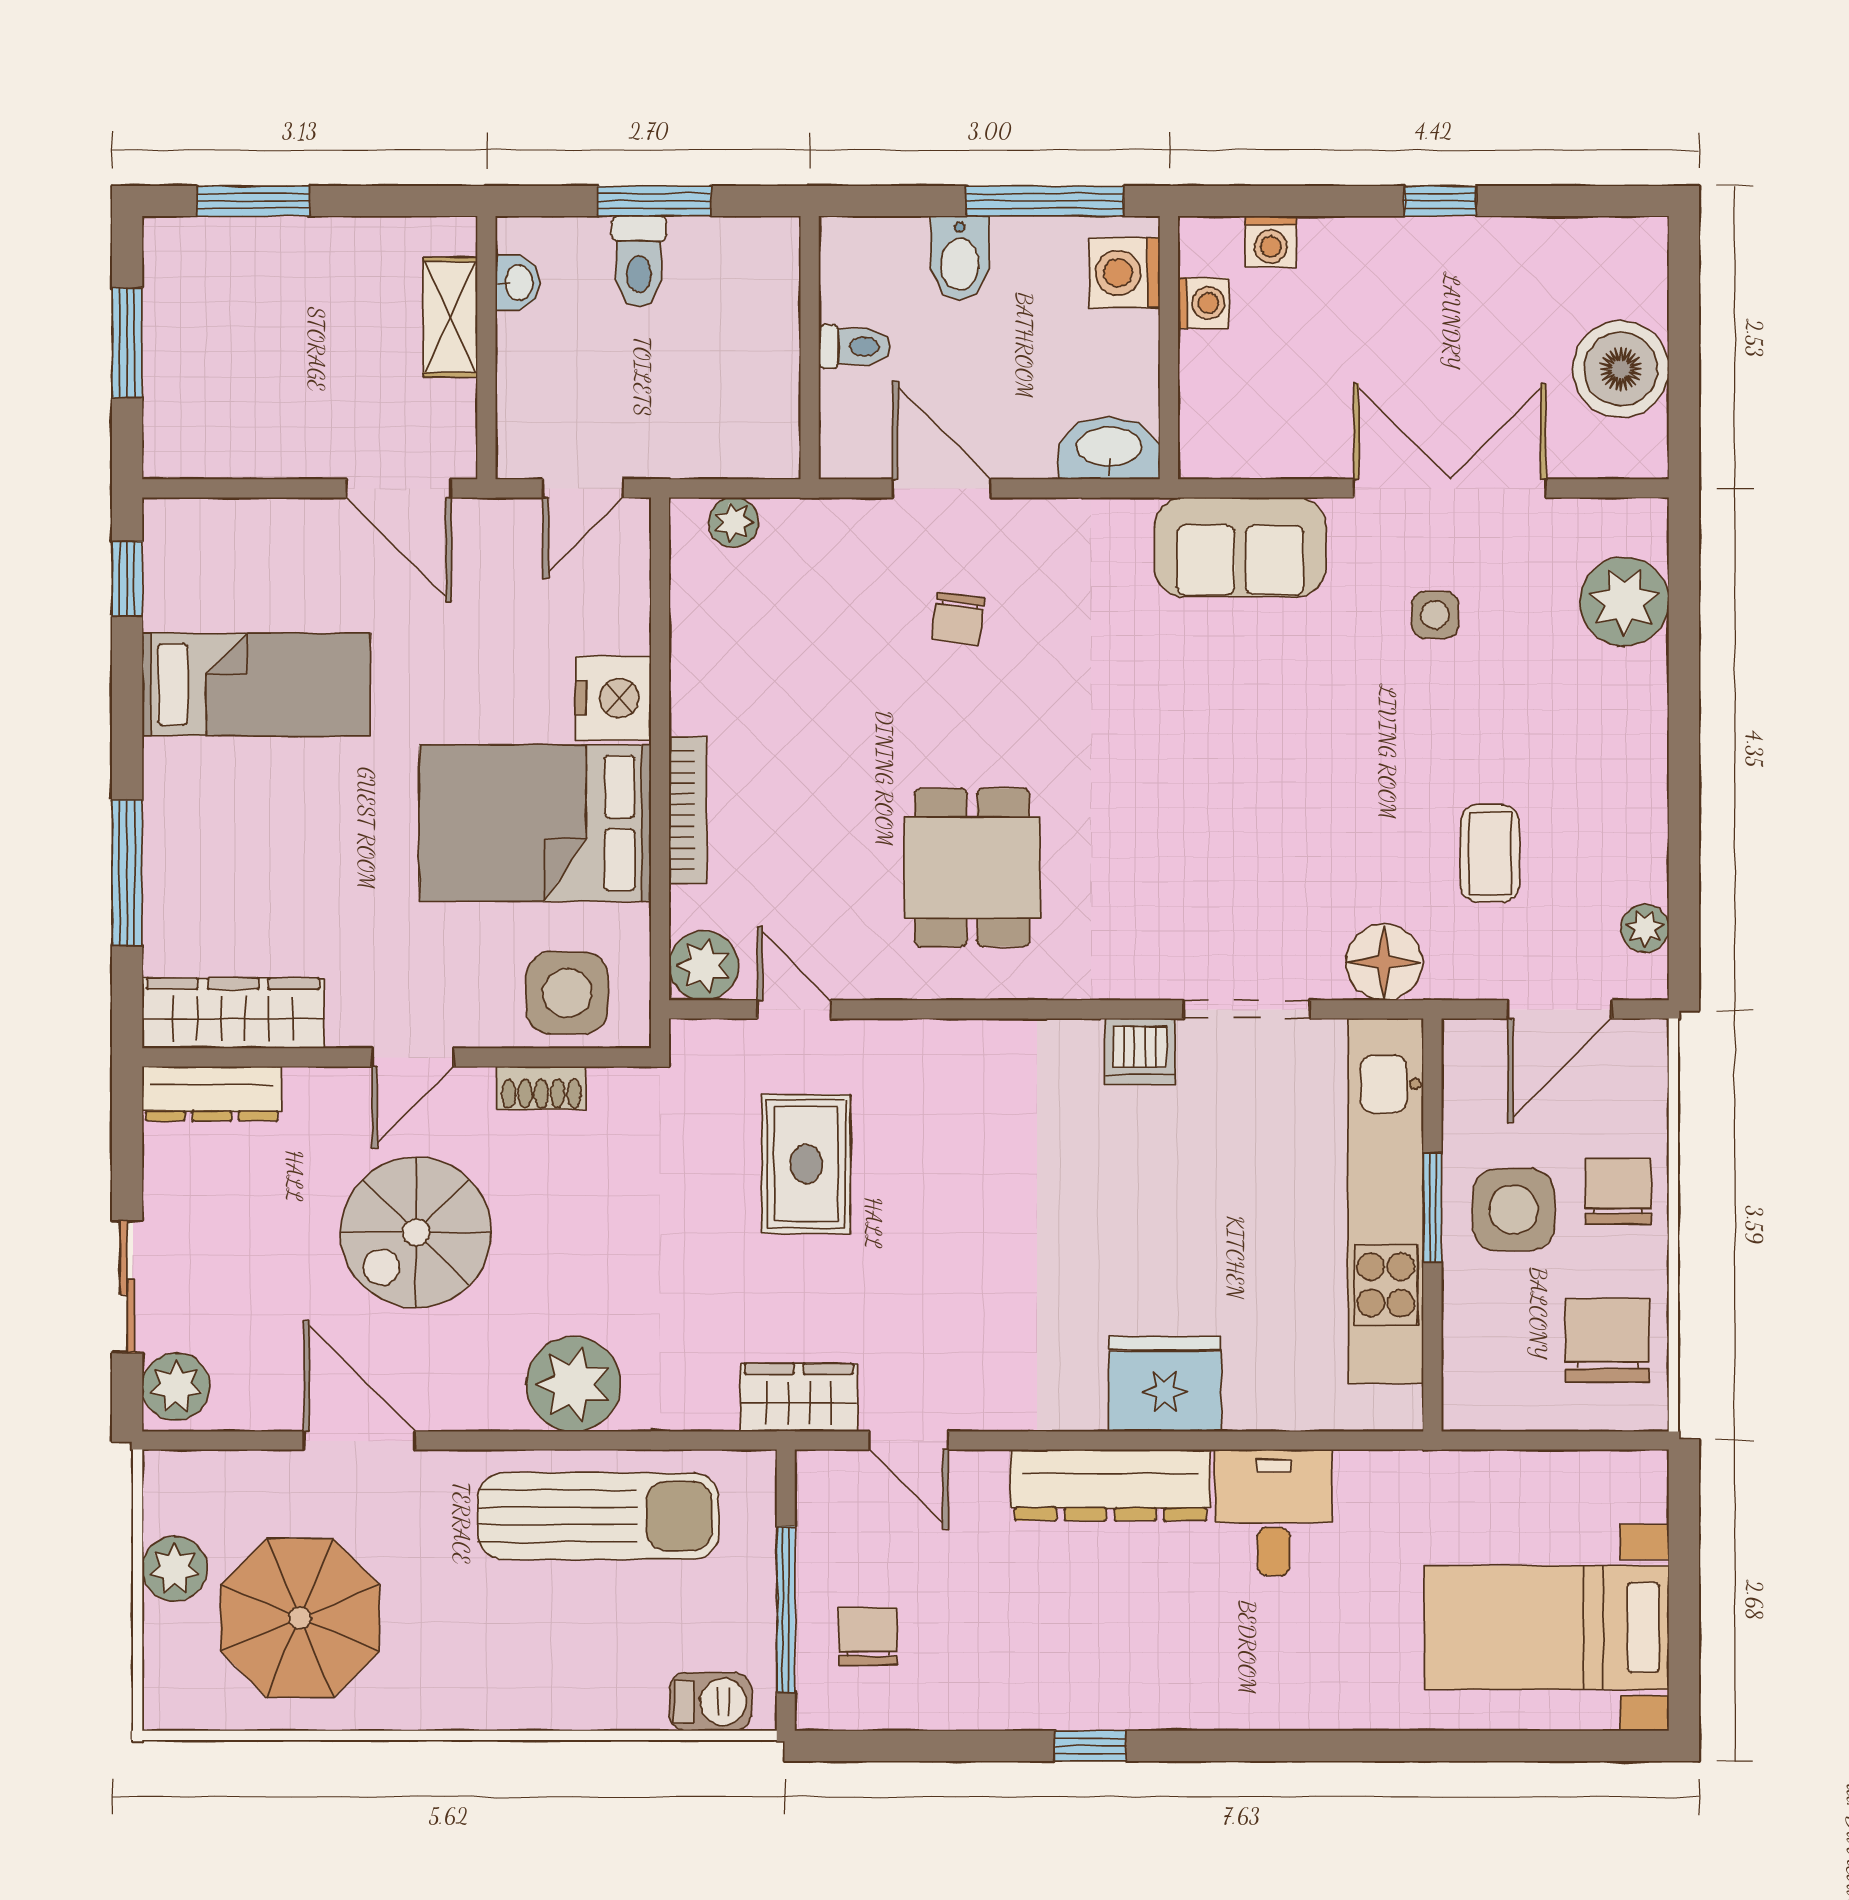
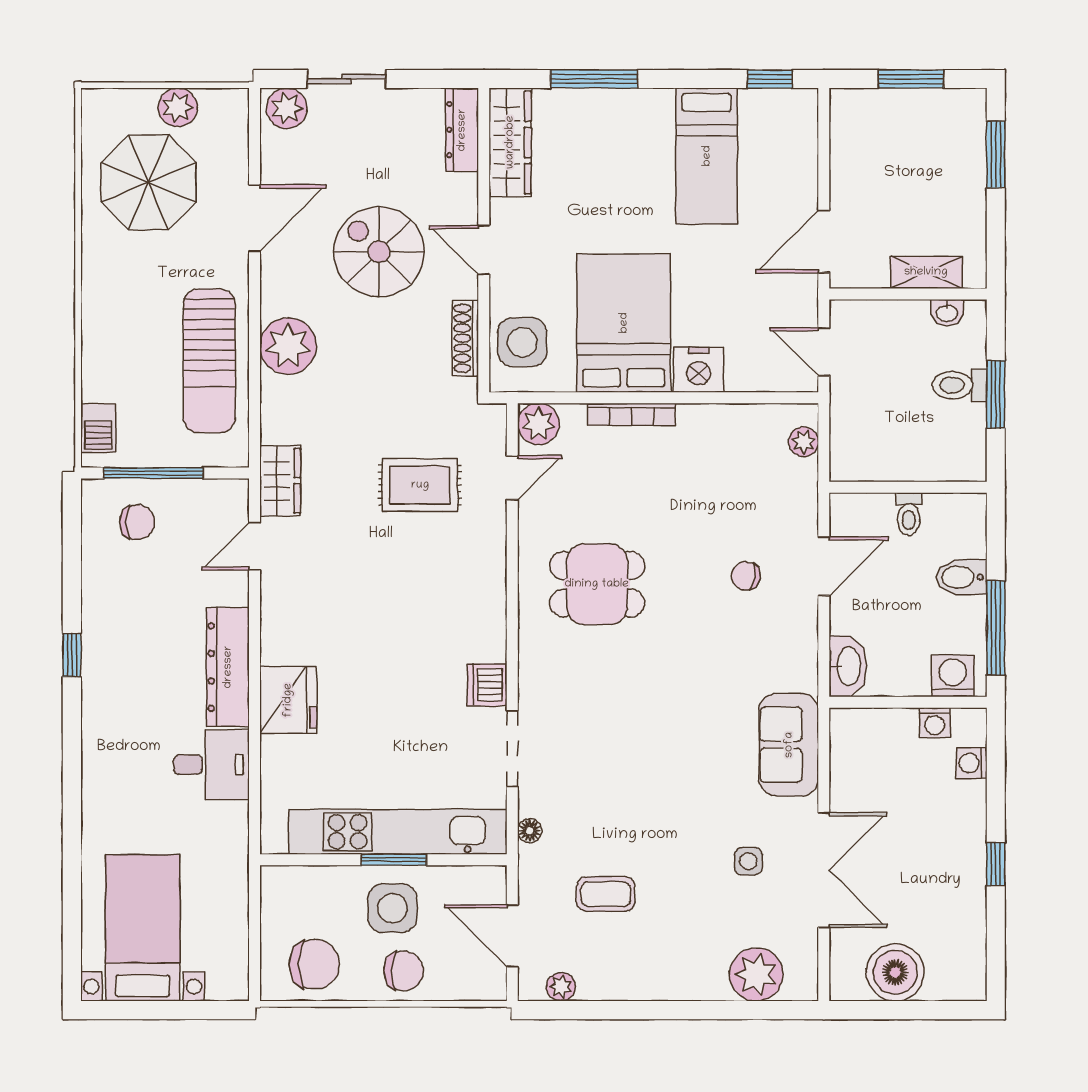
floor lamp: (1384, 962) -> (530, 831), width x0.53, depth x0.53
shoe rack: (541, 1088) -> (465, 338), width x1.43

